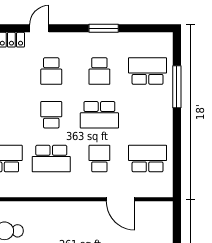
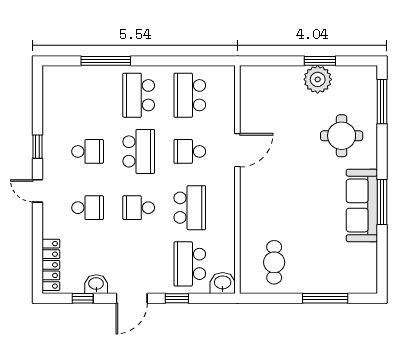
door: (39, 28) -> (38, 191), moved
window: (104, 28) -> (38, 147), width x0.67
school desk: (148, 71) -> (139, 95), moved
door: (121, 199) -> (237, 150), moved

